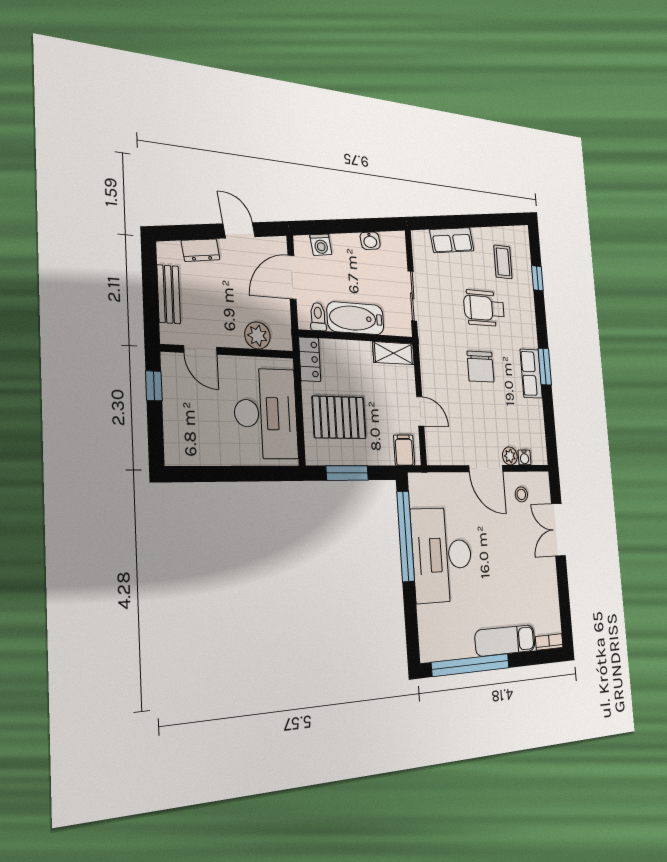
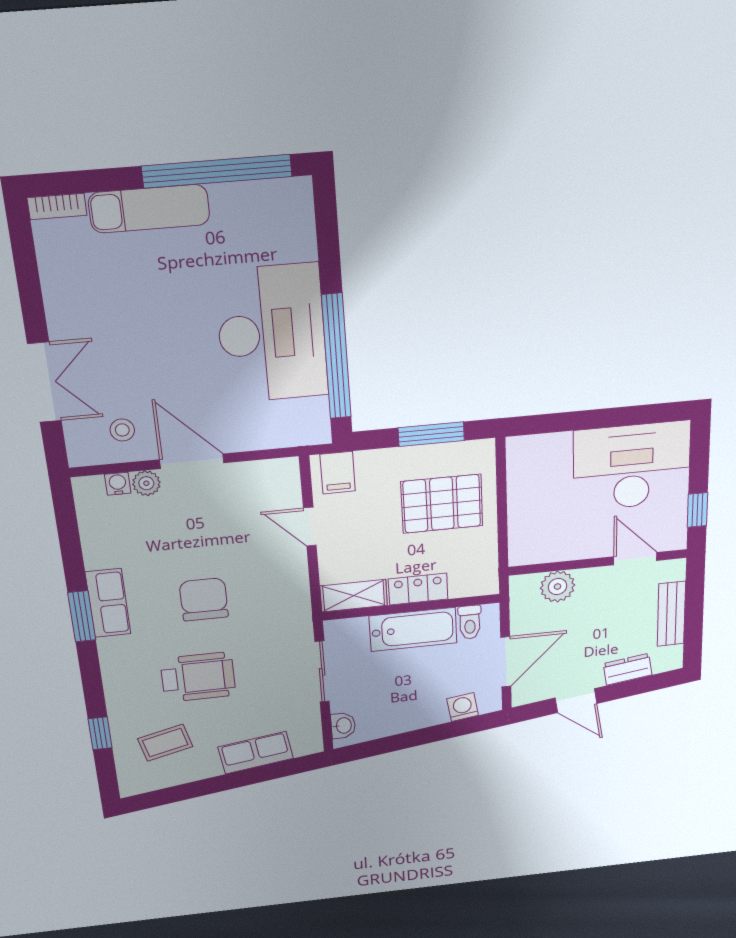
washbasin: (370, 241) -> (343, 726), moved, turned 98
coffee table: (503, 262) -> (165, 743), turned 76
locker: (310, 359) -> (418, 589), moved, turned 90
desk: (266, 414) -> (632, 466), moved, turned 90

